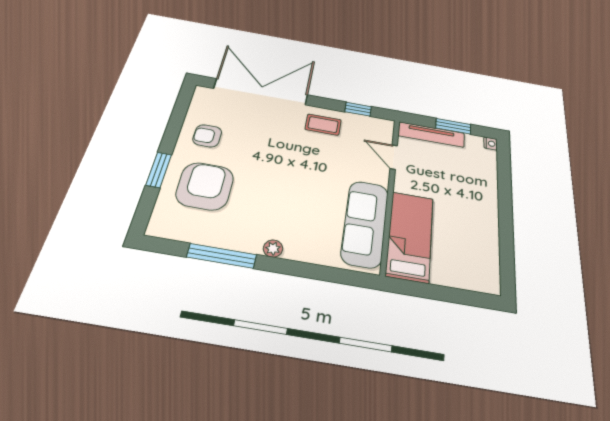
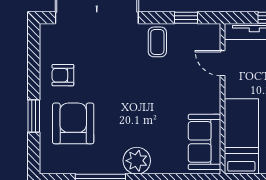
coffee table: (323, 125) -> (157, 42), turned 90
sofa: (365, 223) -> (204, 142), width x0.73
plant: (273, 249) -> (137, 161), width x1.88, depth x1.88

